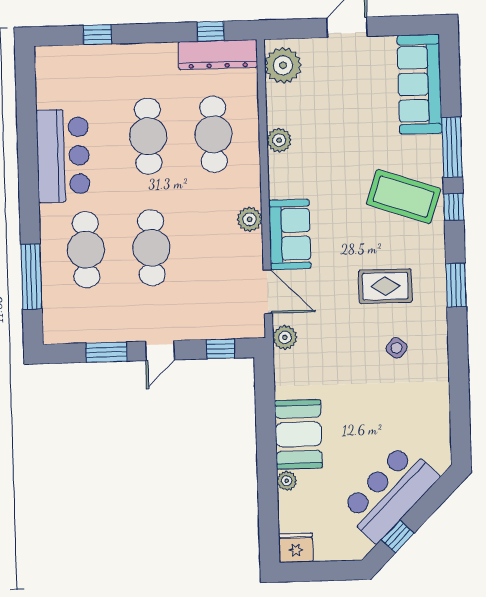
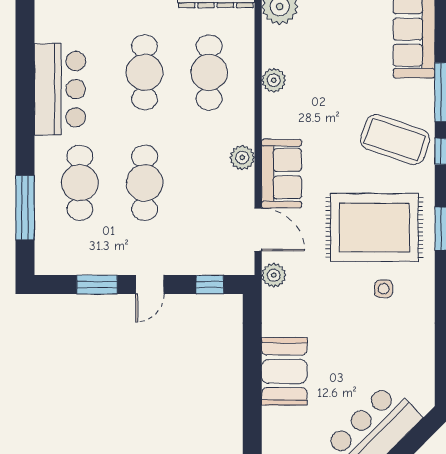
rug: (385, 286) -> (374, 228), width x1.86, depth x2.06
side table: (396, 348) -> (384, 289), turned -38
plant: (287, 481) -> (271, 417), removed

